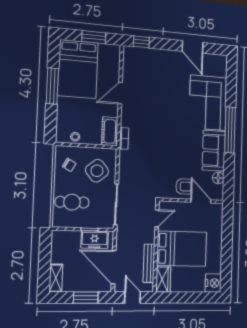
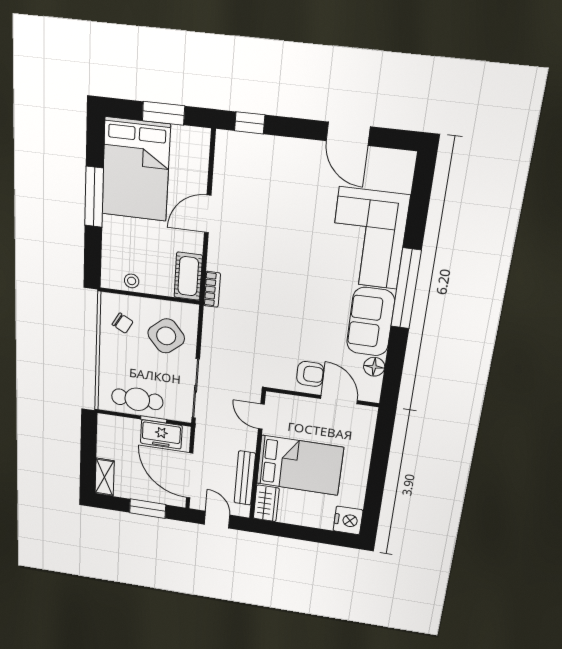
cafe table: (72, 202) -> (137, 399), moved
door: (157, 218) -> (261, 417), swing flipped

